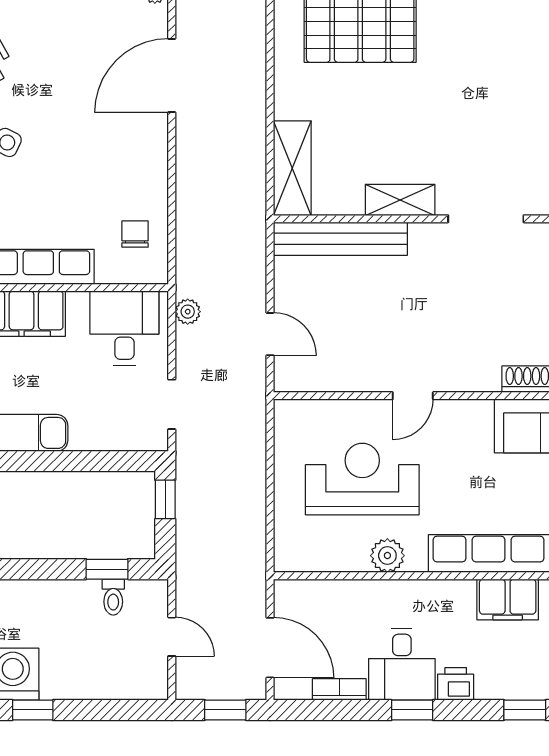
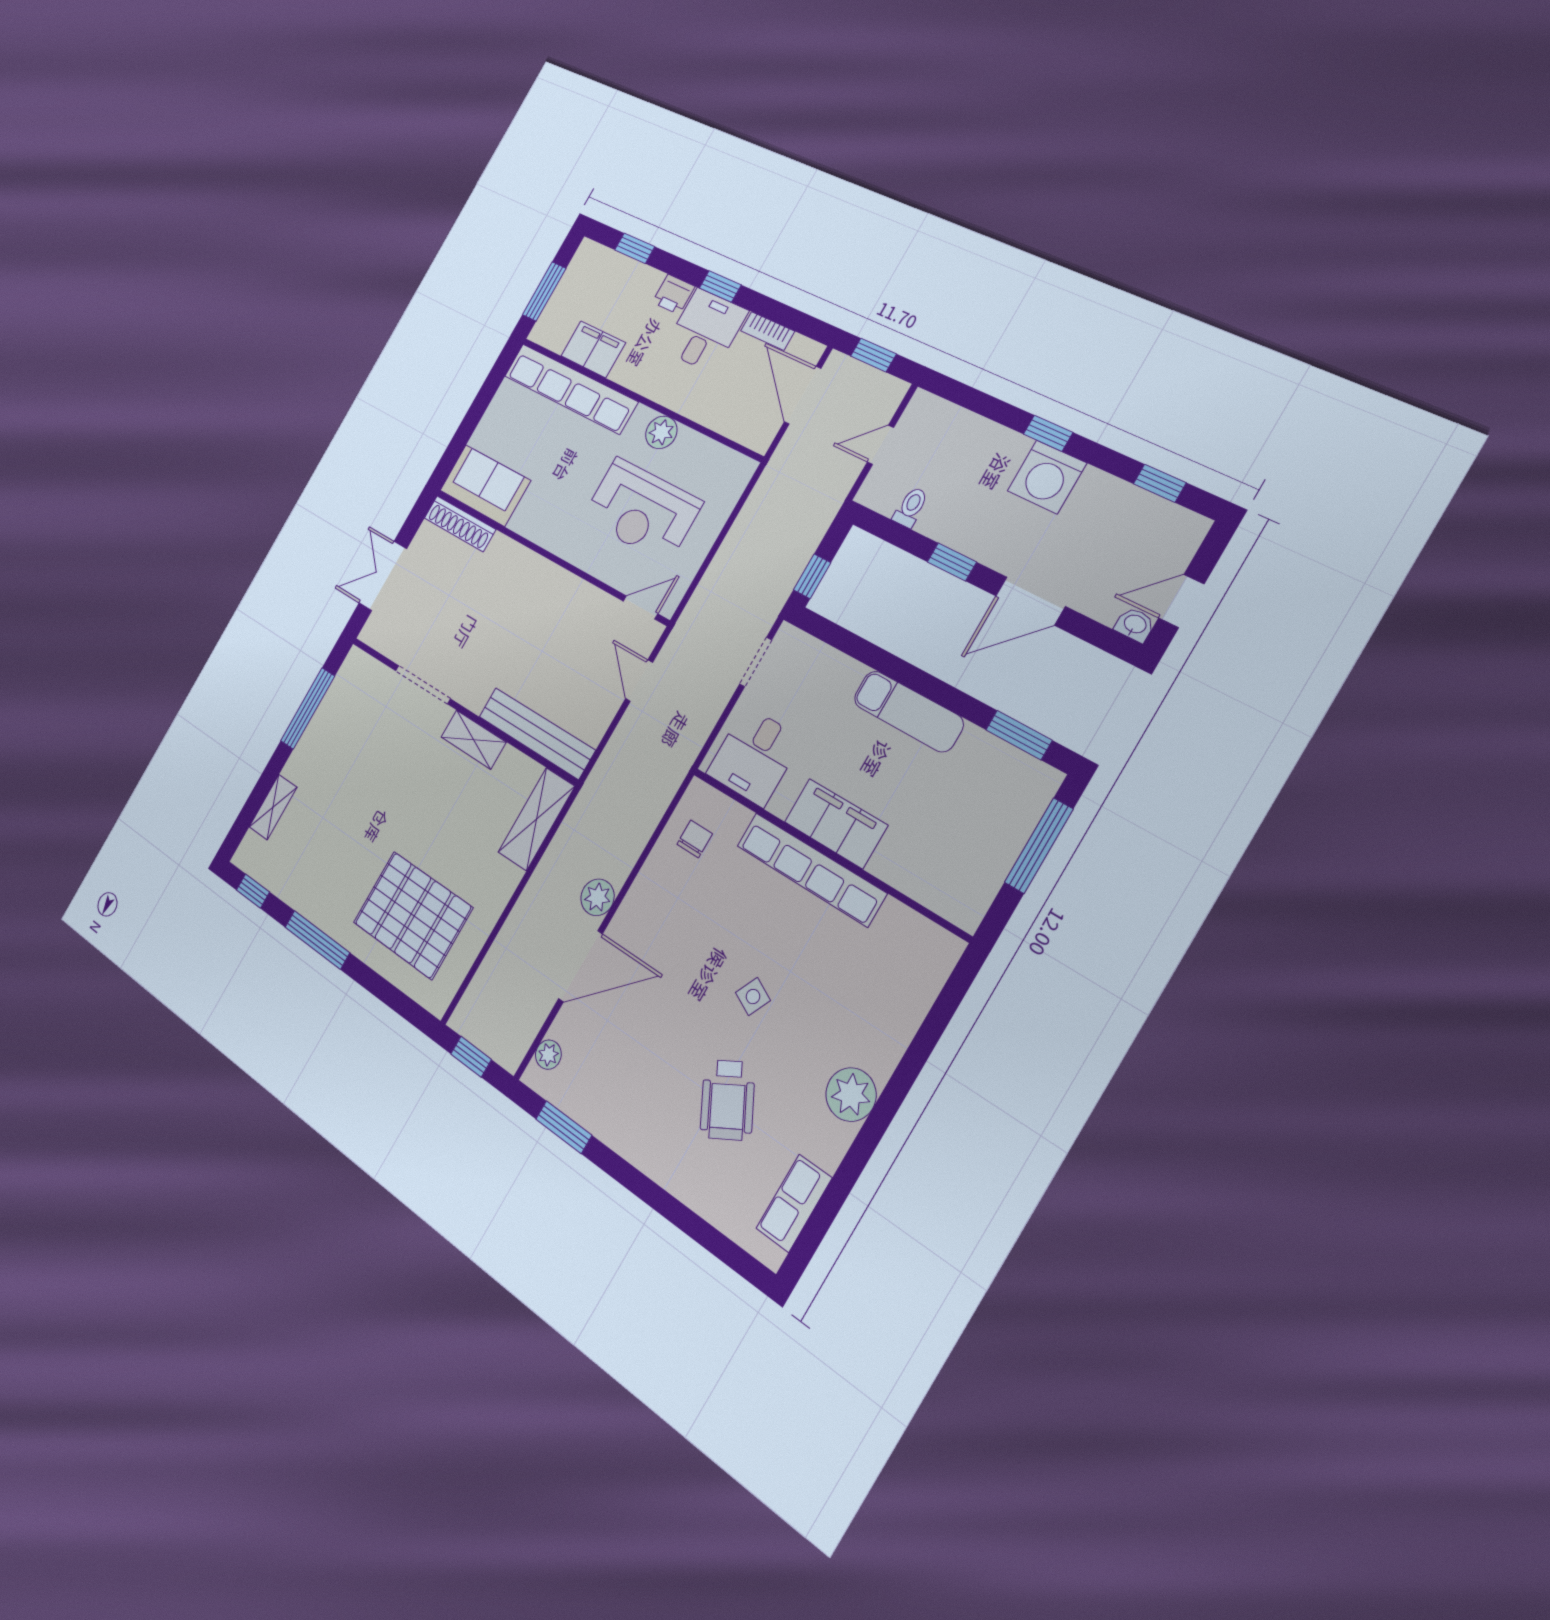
chair: (135, 234) -> (695, 839), turned 180
plant: (188, 312) -> (598, 897), moved, width x1.38, depth x1.38
door: (413, 396) -> (640, 607), moved
window: (107, 569) -> (952, 562), moved
door: (172, 637) -> (880, 445), hinge flipped

